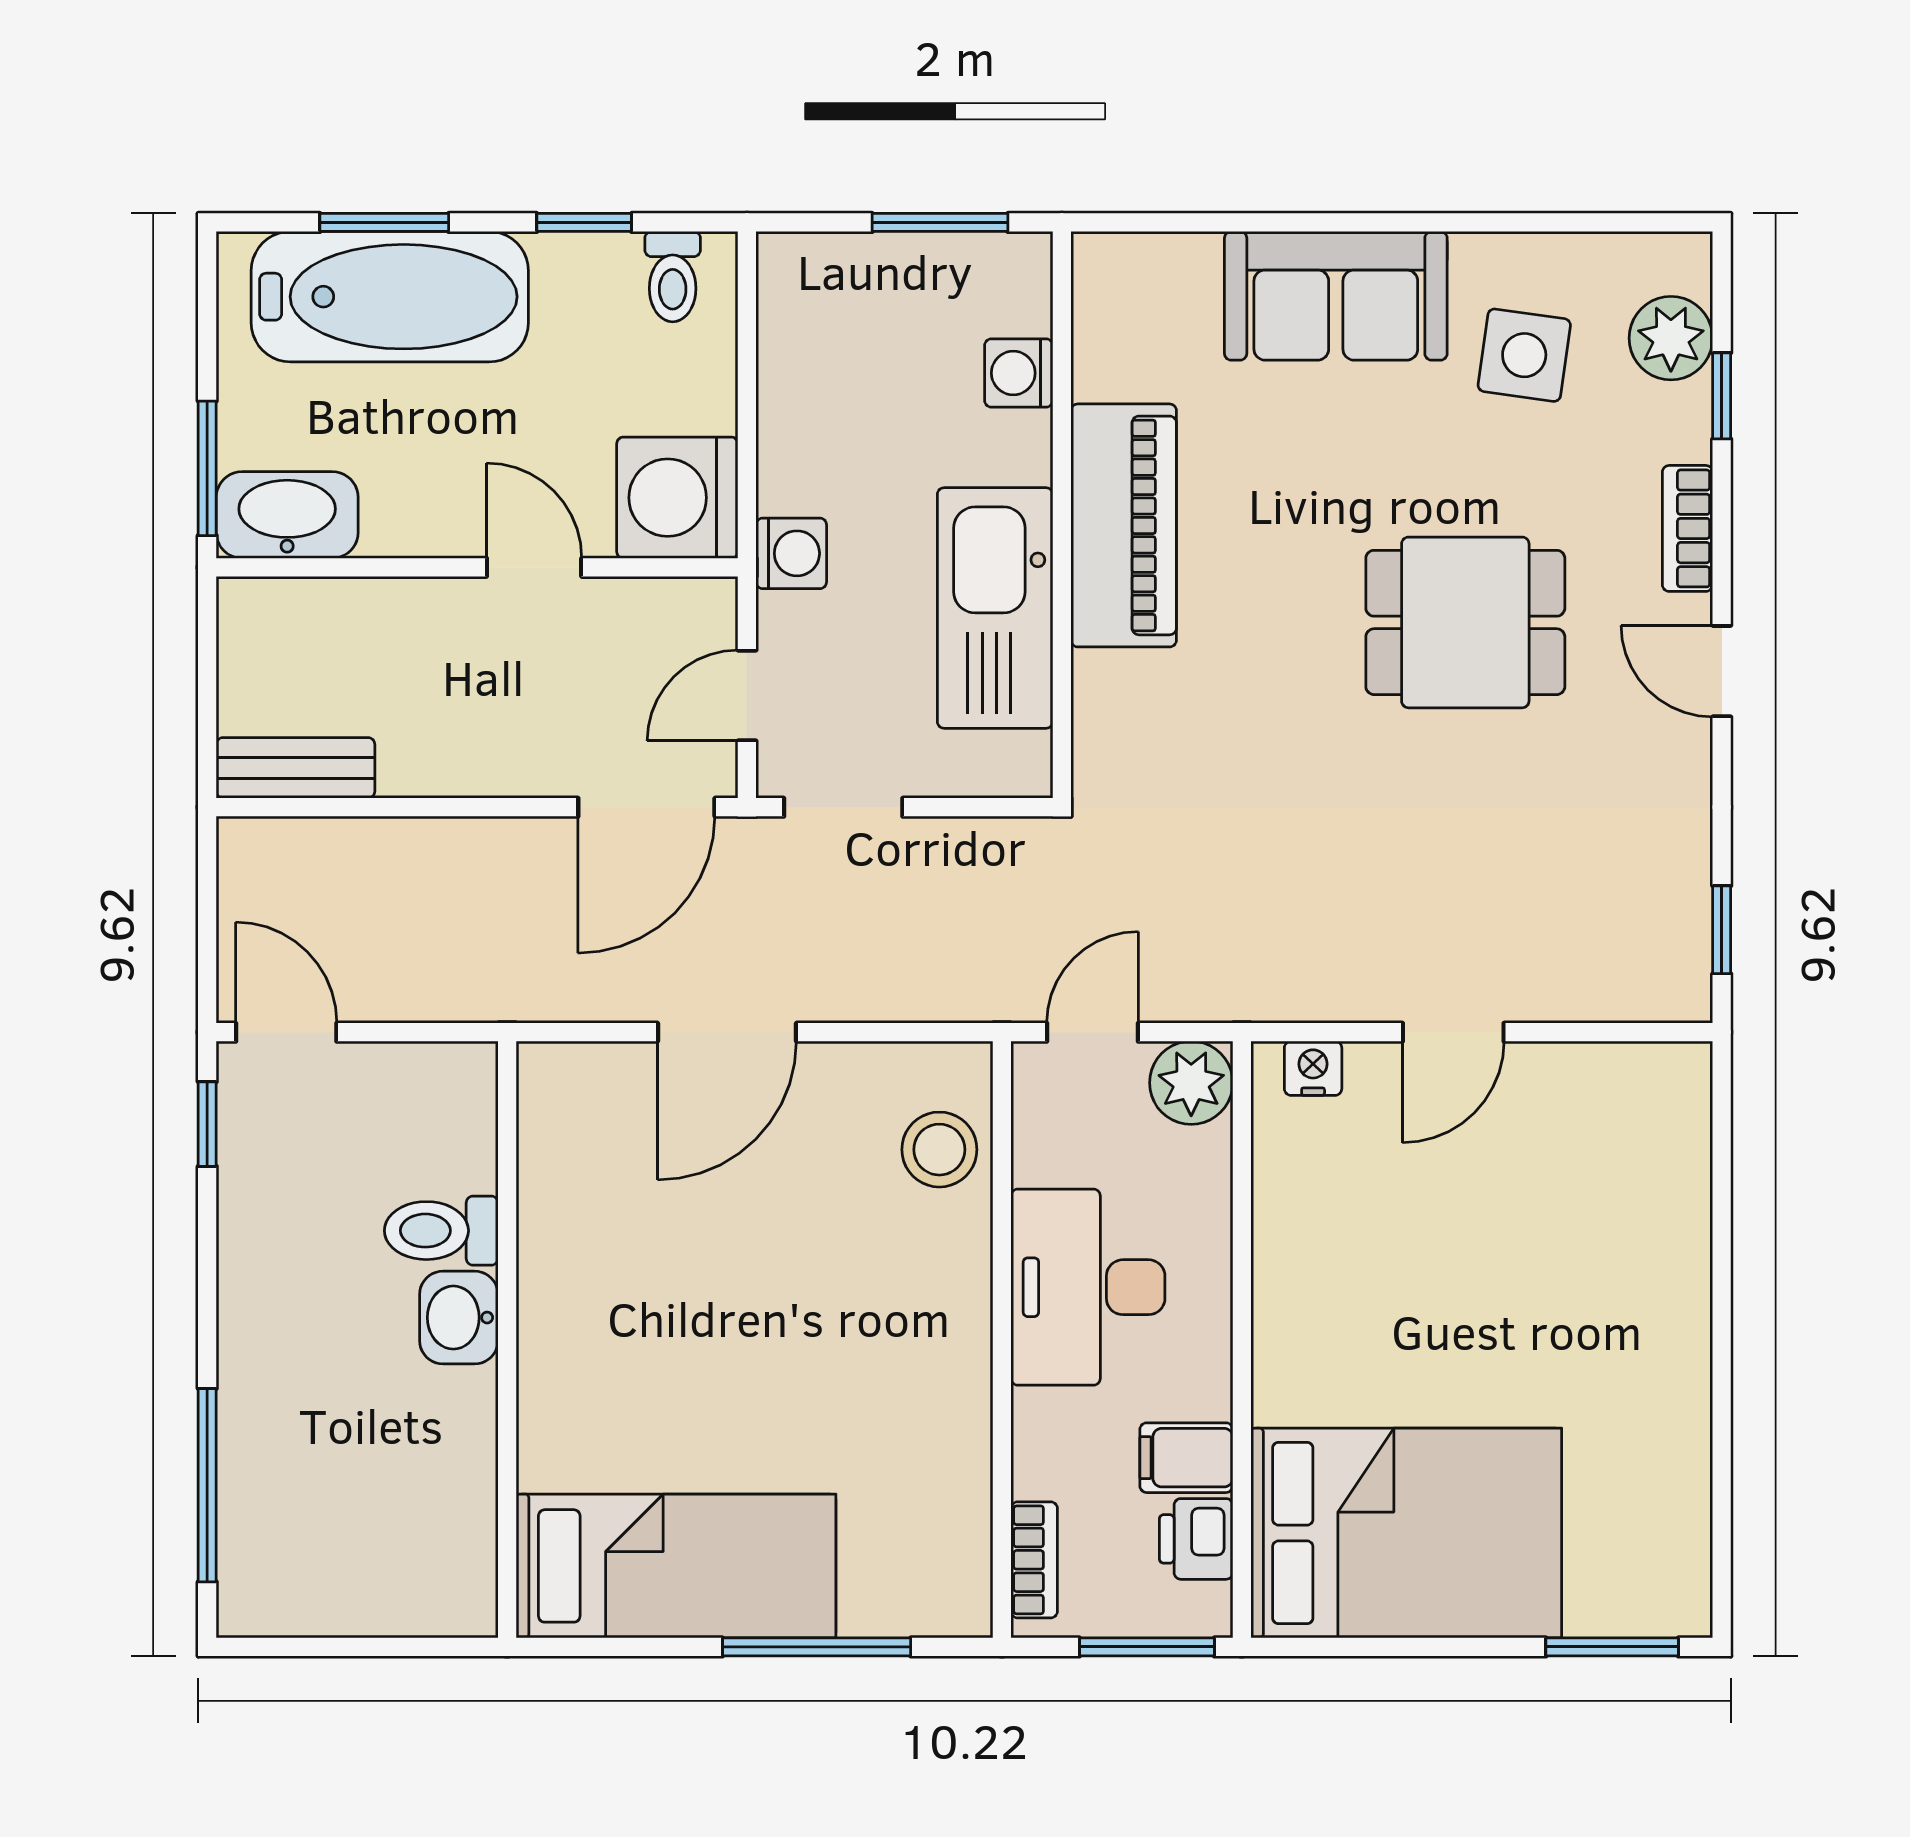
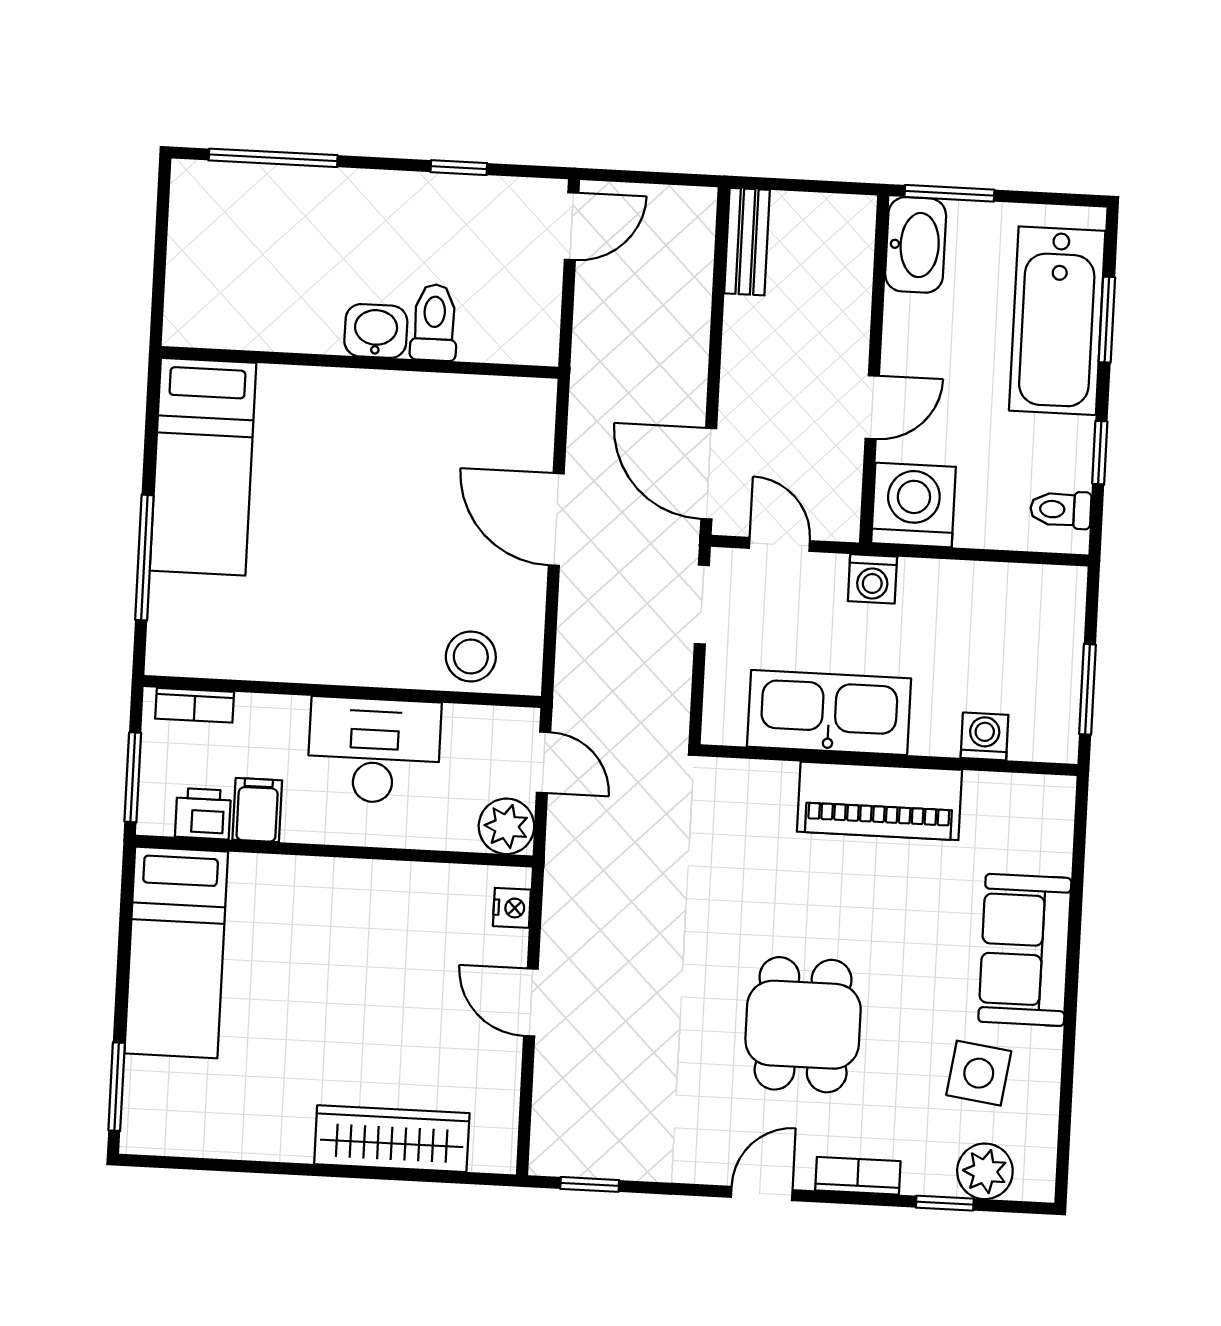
window: (207, 1124) -> (459, 168), moved
wardrobe: (1668, 1230) -> (392, 1139), added
bed: (1406, 1533) -> (176, 952), width x0.67

